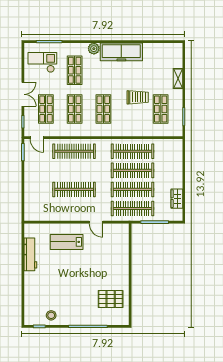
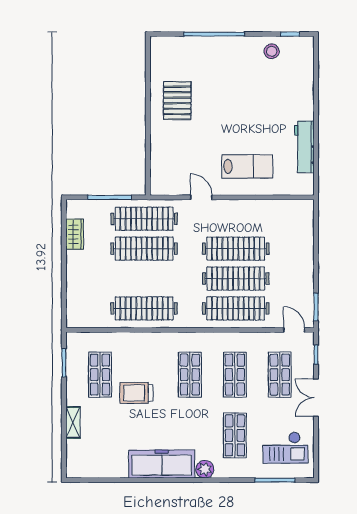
clothes rail: (133, 170) -> (236, 279), moved
pallet: (111, 299) -> (177, 100), moved, turned 90

